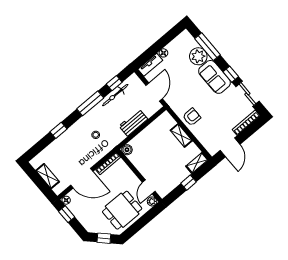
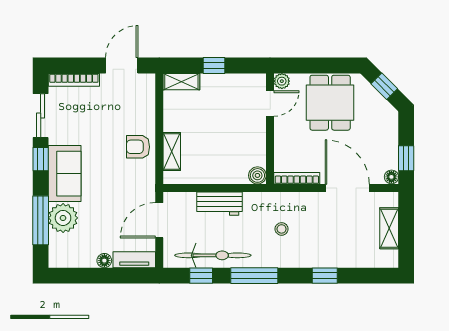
bicycle: (115, 95) -> (213, 255), width x1.37, depth x1.40
shelving: (181, 135) -> (172, 152), moved
dining table: (122, 210) -> (330, 103), turned 90

